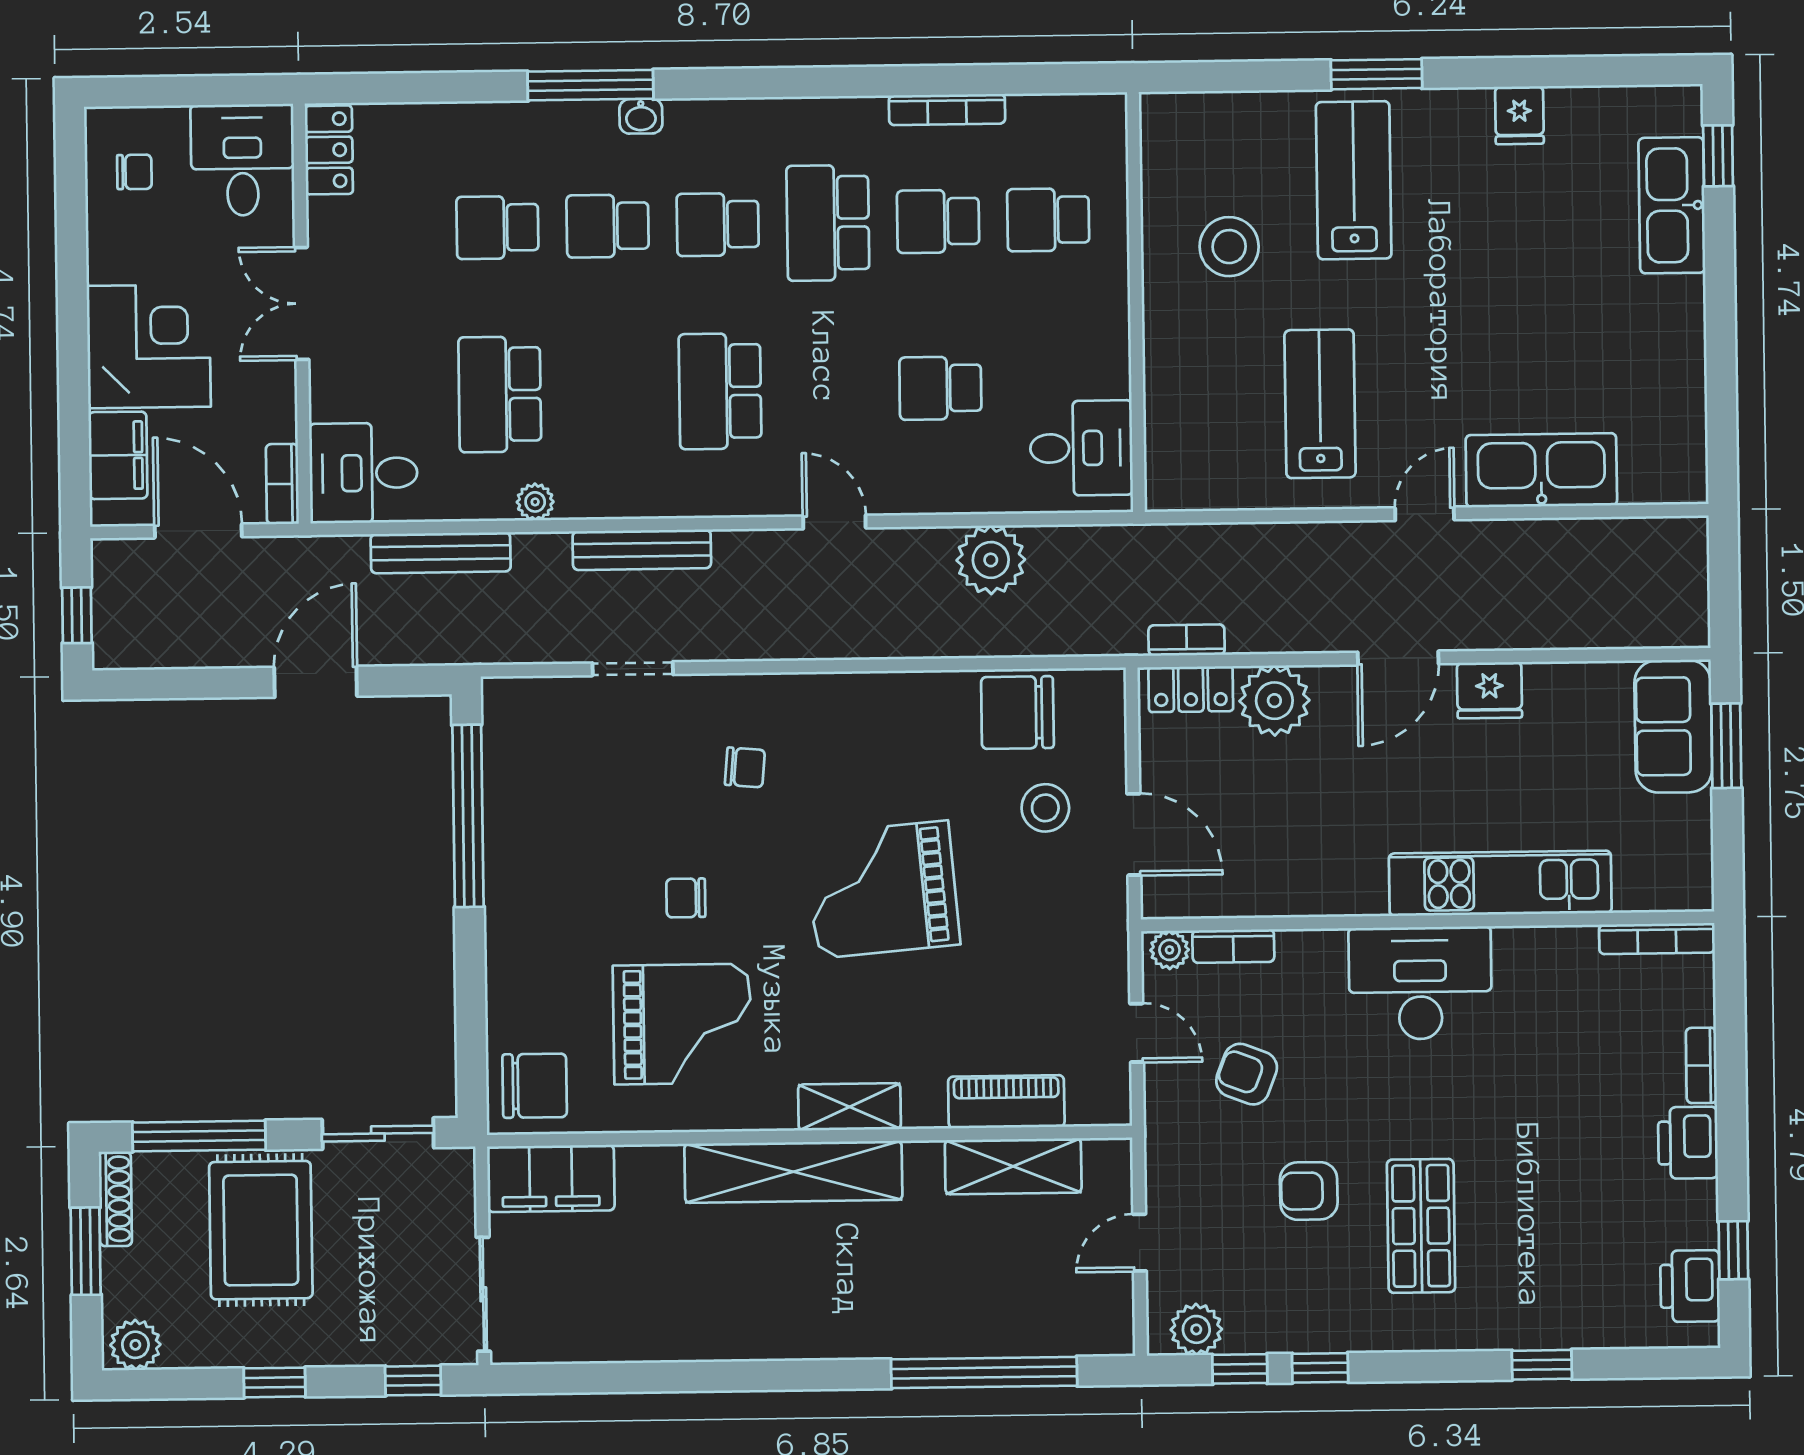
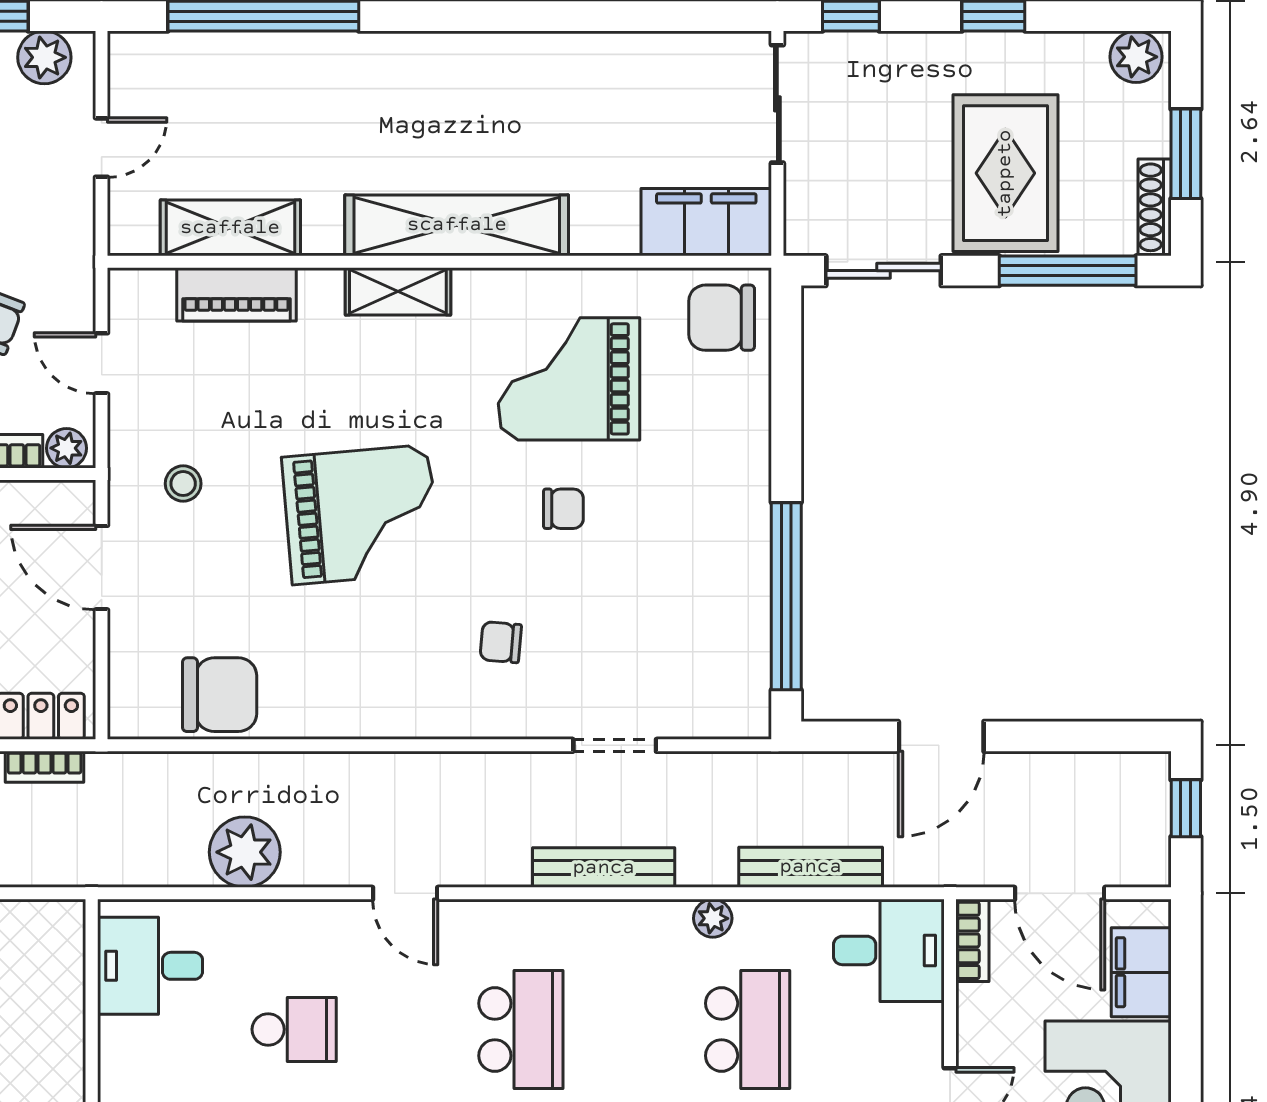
stool: (1045, 808) -> (183, 484), moved, width x0.73, depth x0.73

